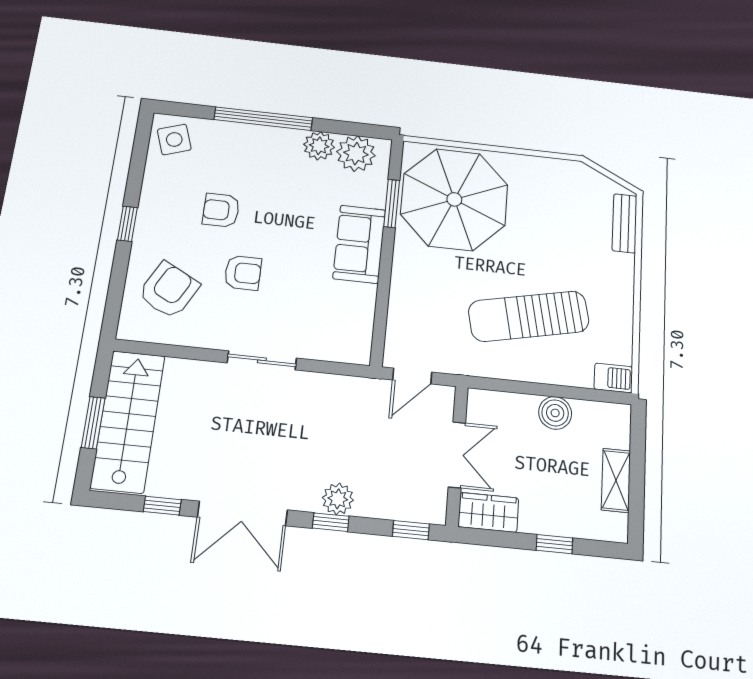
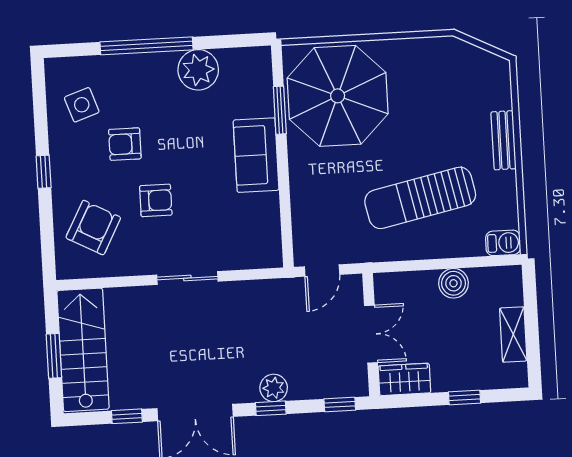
side table: (174, 140) -> (82, 105), moved
plant: (319, 146) -> (198, 70), width x1.36, depth x1.36
plant: (356, 154) -> (239, 66), removed
bench: (625, 223) -> (504, 140), moved

